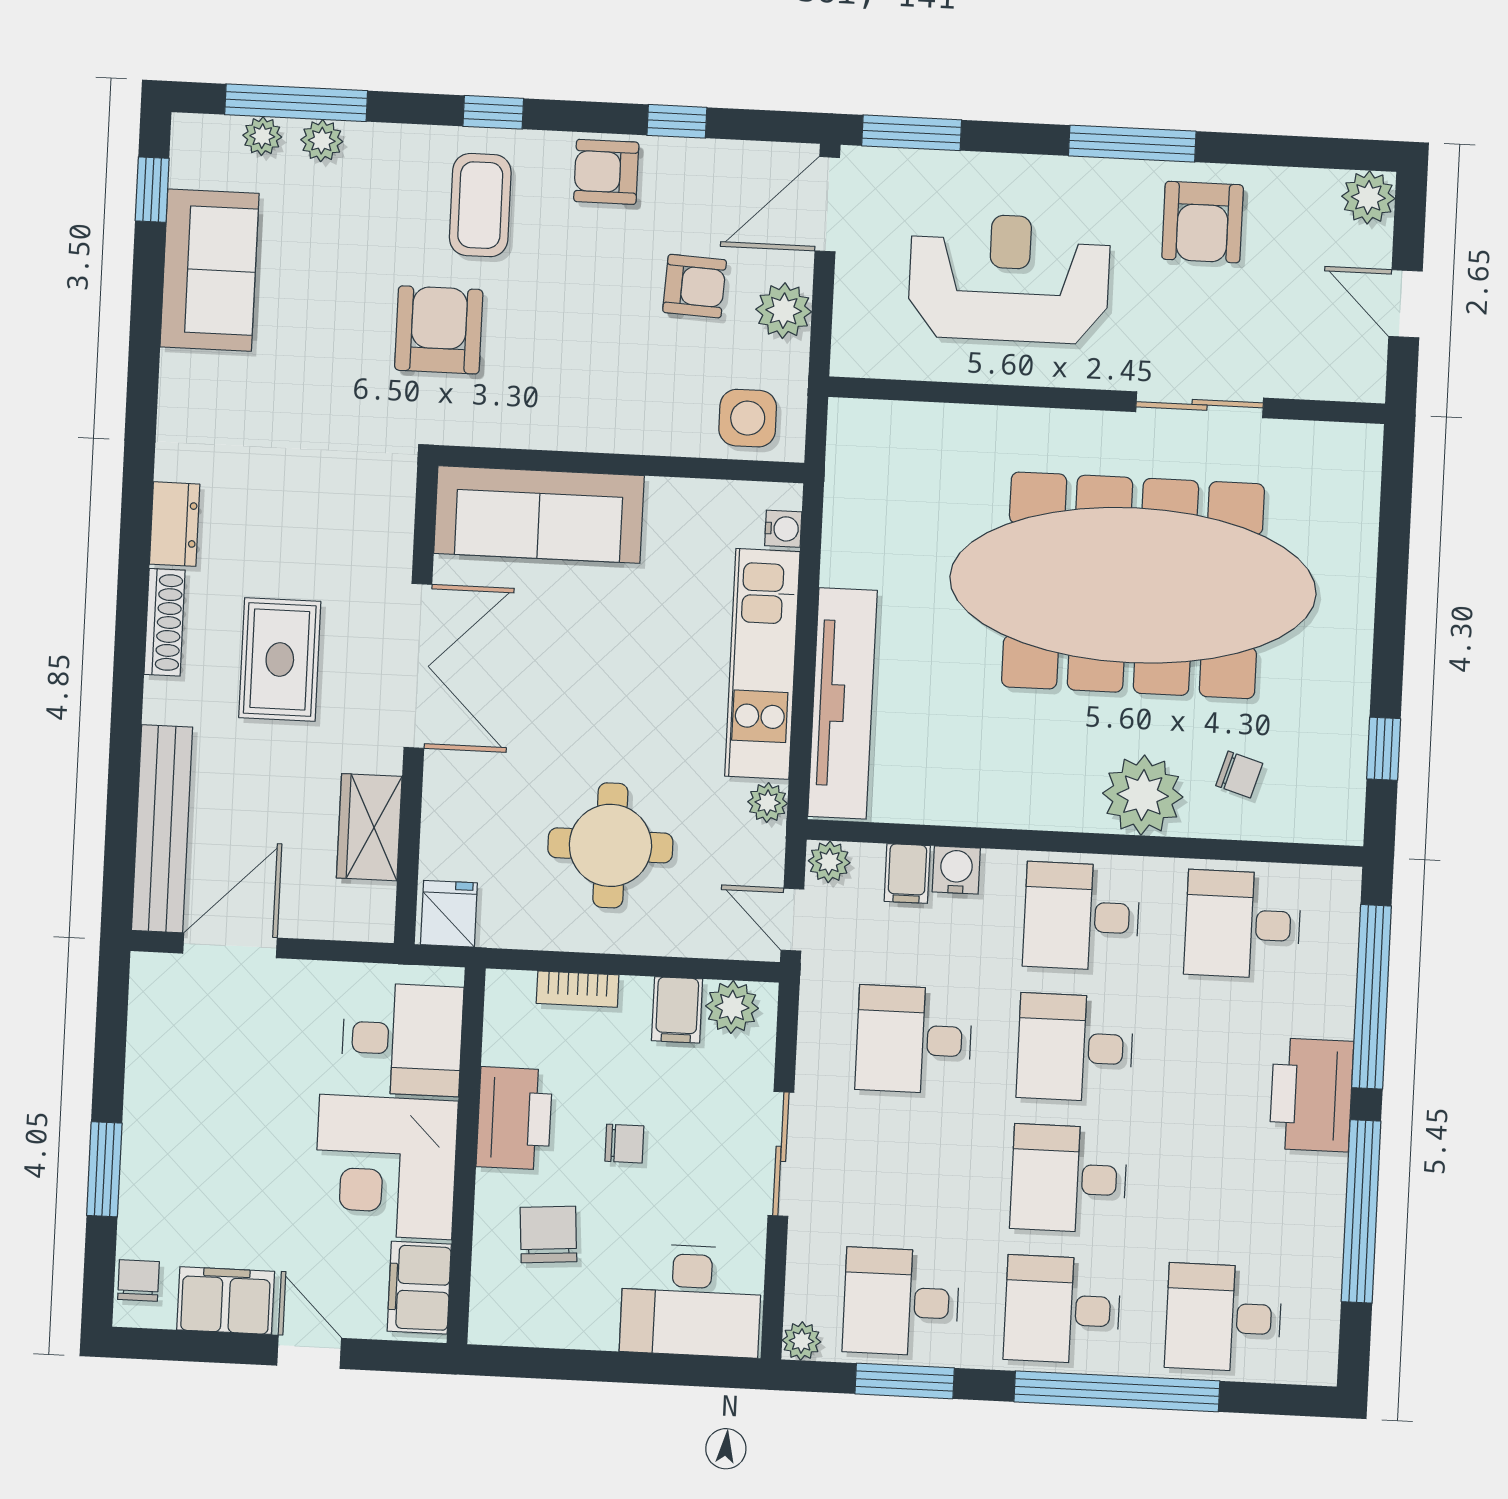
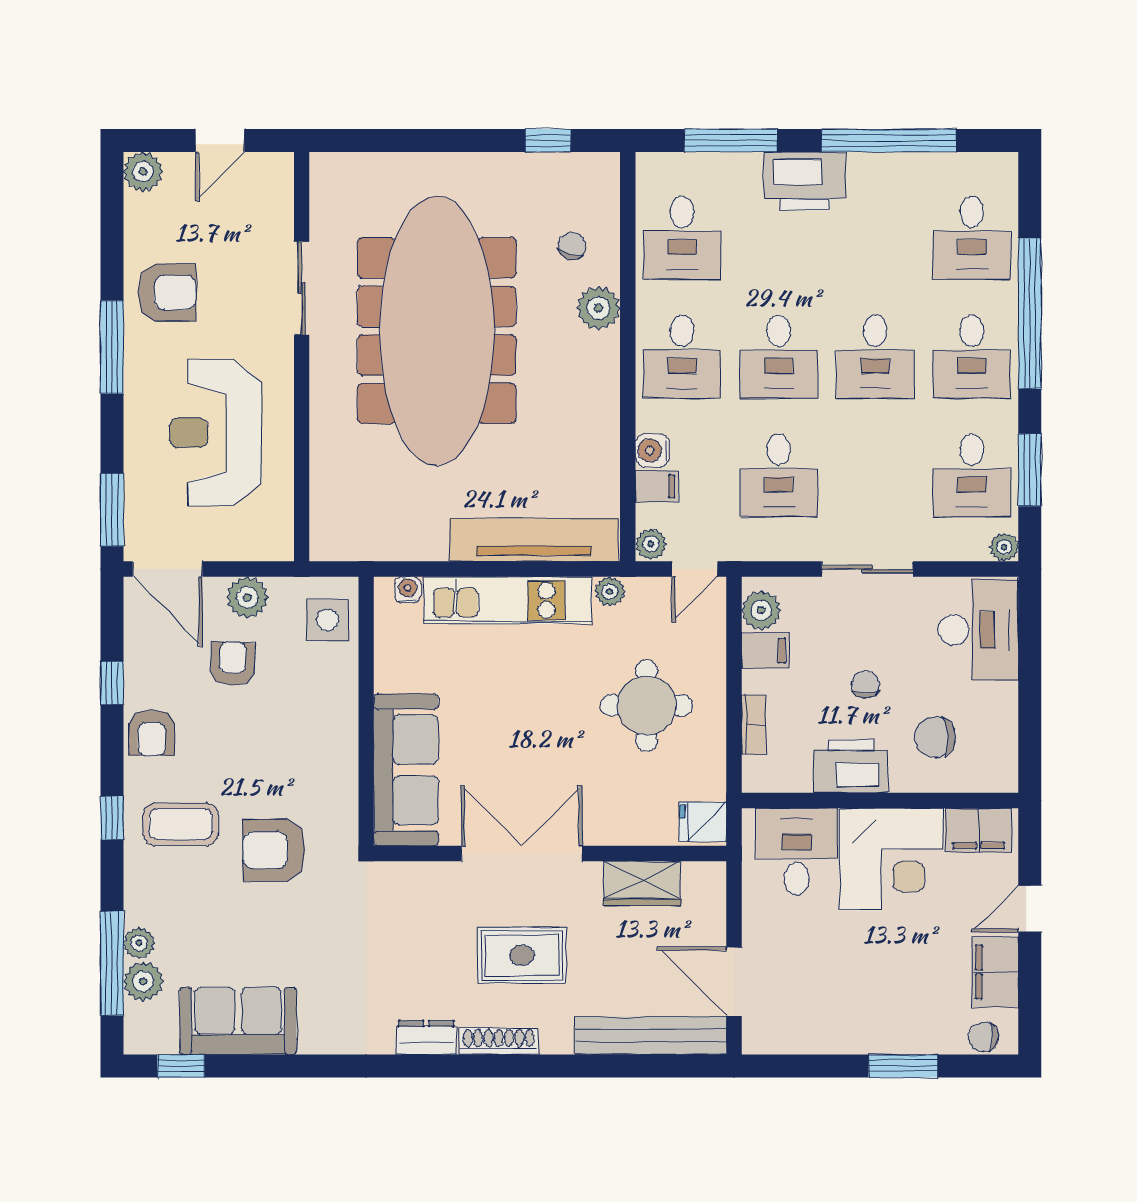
plant: (262, 136) -> (143, 982), width x1.38, depth x1.38
plant: (1143, 795) -> (598, 308), width x0.73, depth x0.73
window: (1372, 997) -> (731, 140), width x0.68

